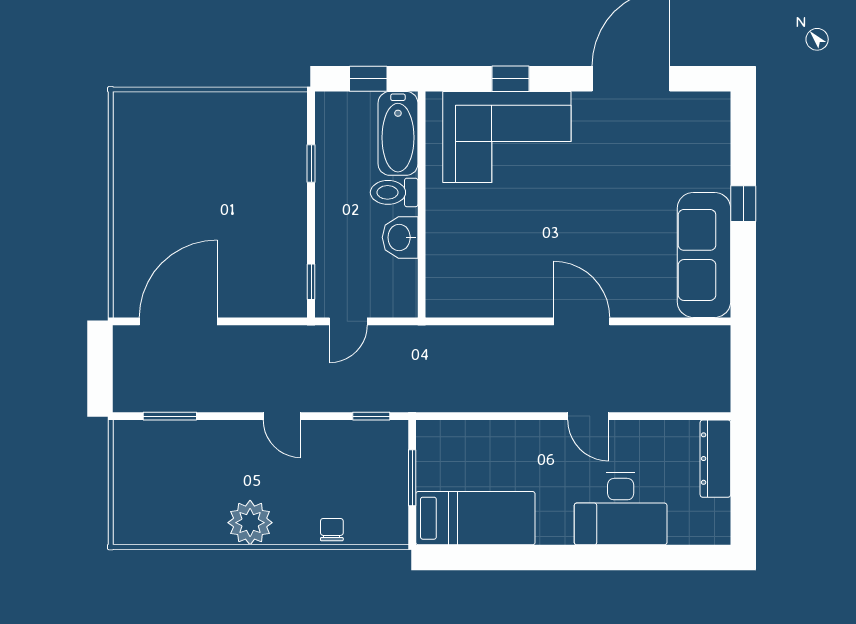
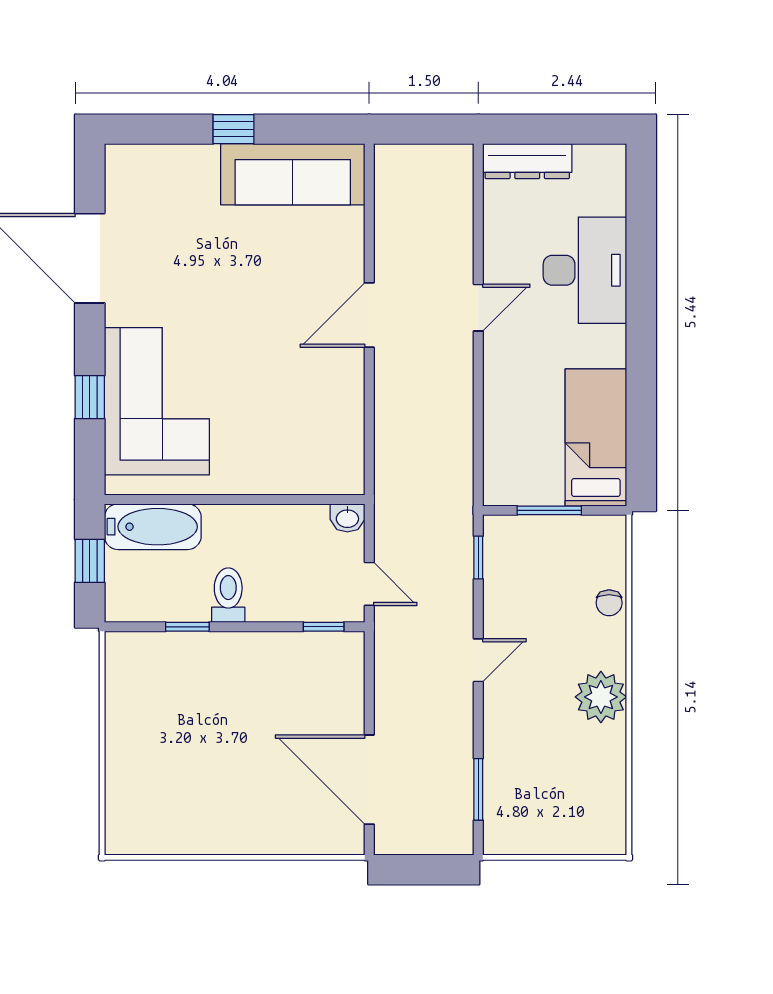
toilet: (394, 192) -> (228, 595), moved, turned 180
washbasin: (400, 237) -> (347, 518), moved, width x0.72, depth x0.69
chair: (332, 530) -> (609, 603), turned -90

